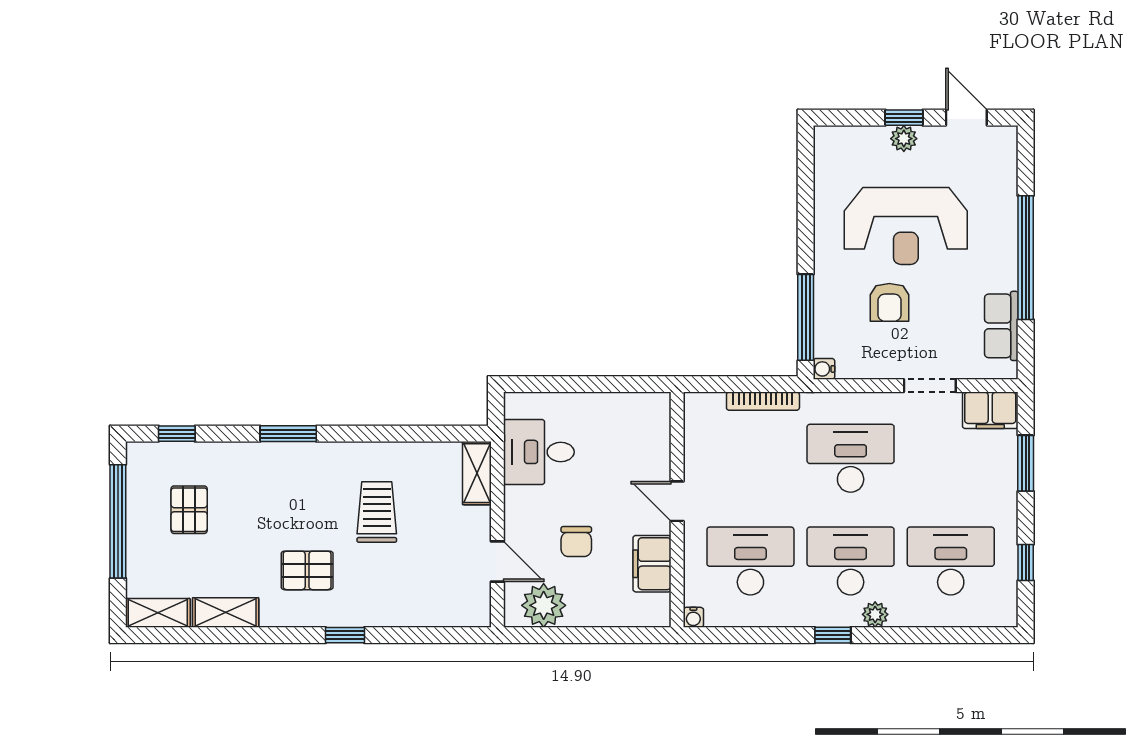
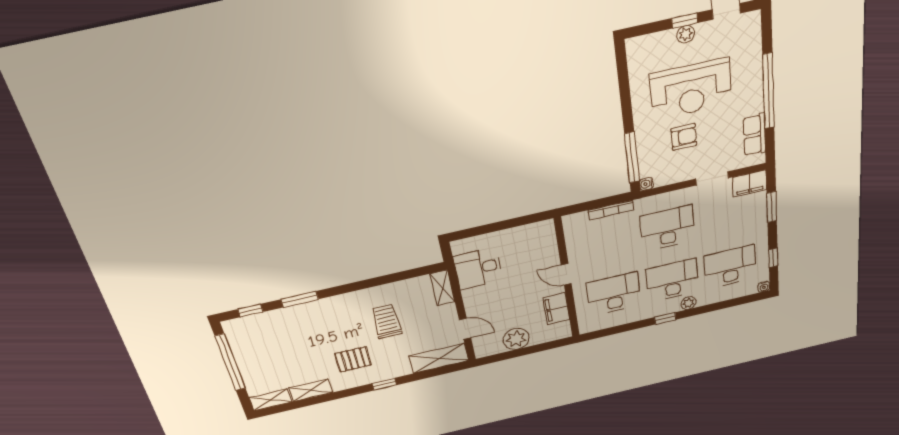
armchair: (889, 302) -> (684, 137), turned -90
window: (288, 434) -> (300, 299), moved
pallet: (189, 510) -> (272, 347), removed
chair: (576, 542) -> (510, 308), removed
plant: (544, 605) -> (516, 339), moved
shelving: (444, 608) -> (439, 358), added
water cooler: (693, 617) -> (764, 287), moved

